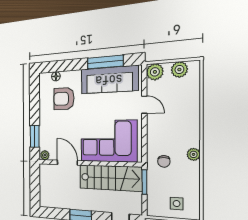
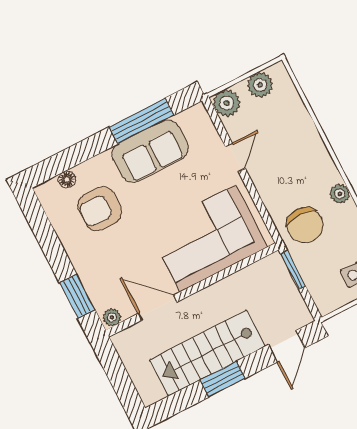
sofa: (109, 80) -> (150, 151), width x0.73
door: (144, 105) -> (235, 157), hinge flipped
chair: (164, 161) -> (305, 225), width x1.87, depth x1.87
stairs: (110, 178) -> (207, 353), moved, turned 180

